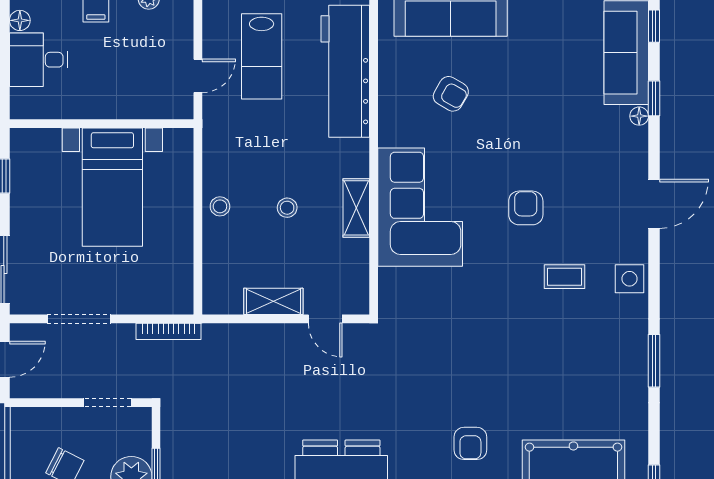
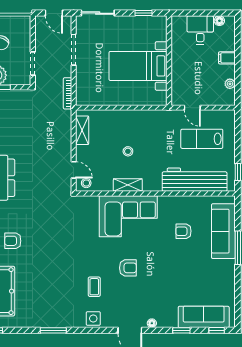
armchair: (451, 94) -> (184, 231), turned 60
floor lamp: (639, 116) -> (152, 323), moved
stool: (220, 206) -> (86, 183), moved
shelving: (273, 301) -> (82, 130), moved
door: (325, 319) -> (74, 170), swing flipped

